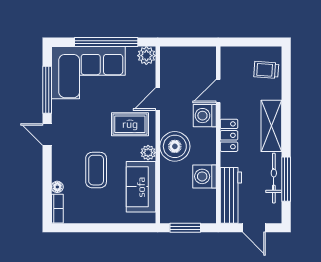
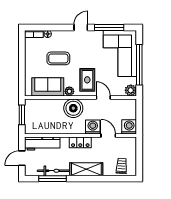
washing machine: (204, 176) -> (129, 127), moved

